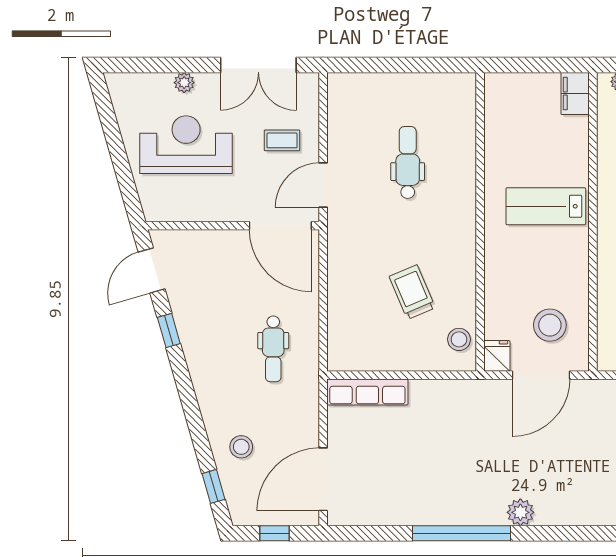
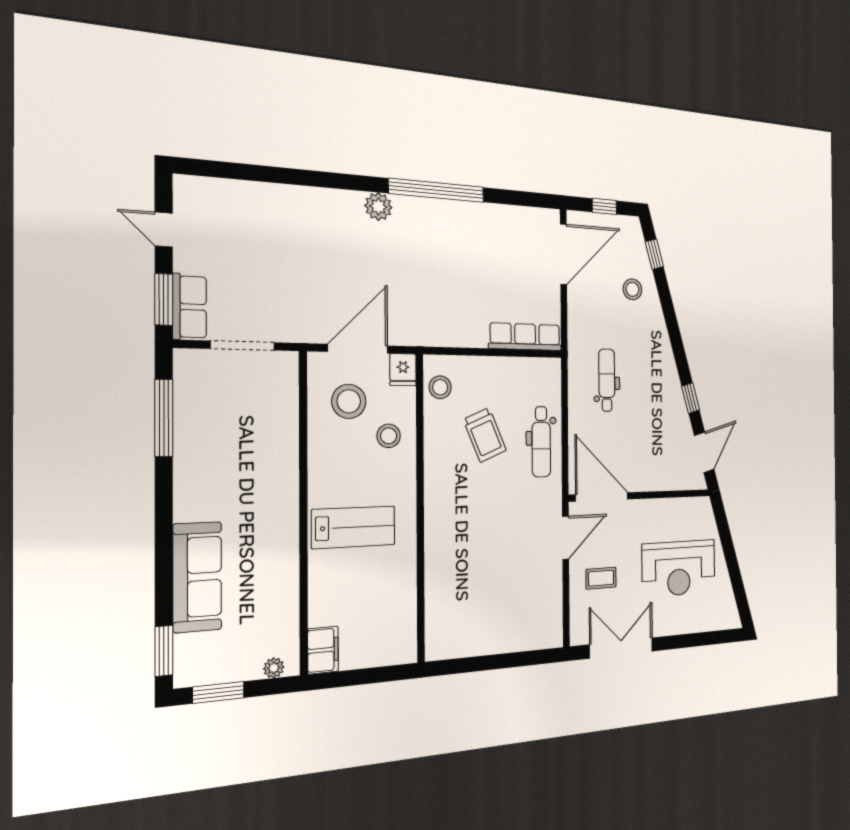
plant: (184, 83) -> (681, 625), removed
dental chair: (408, 163) -> (541, 442), moved
stool: (511, 292) -> (389, 436), added

